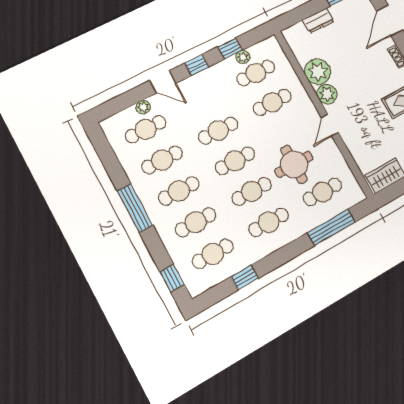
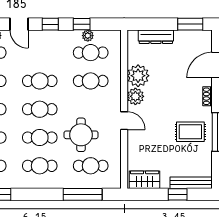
dresser: (318, 21) -> (156, 37), width x1.44
door: (330, 125) -> (124, 121), swing flipped

